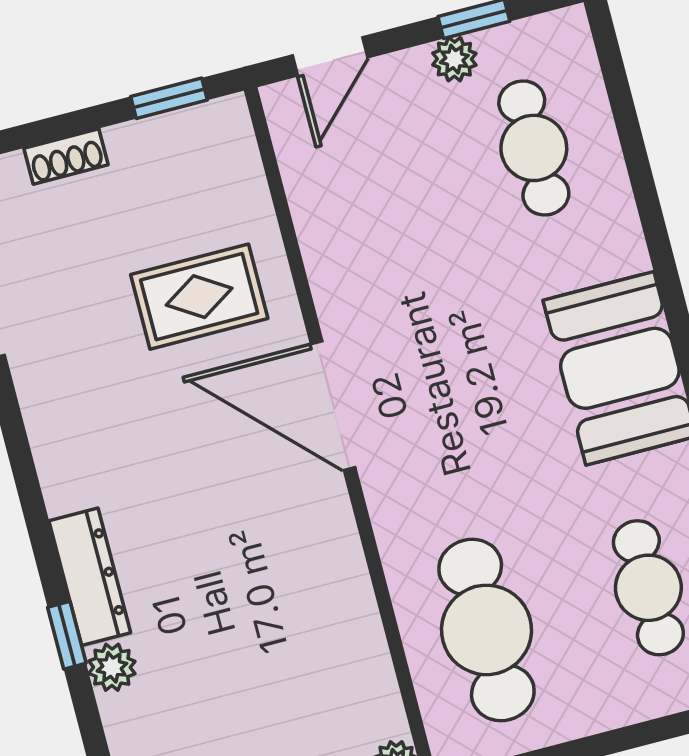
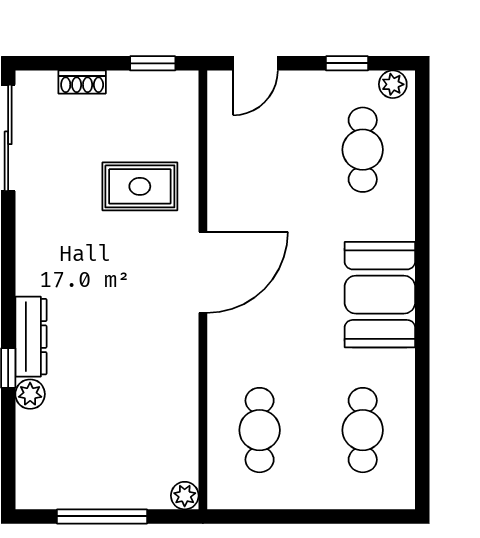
plant: (454, 59) -> (393, 84), moved
door: (333, 406) -> (203, 272), swing flipped
cafe table: (486, 630) -> (260, 430), width x0.73, depth x0.74

